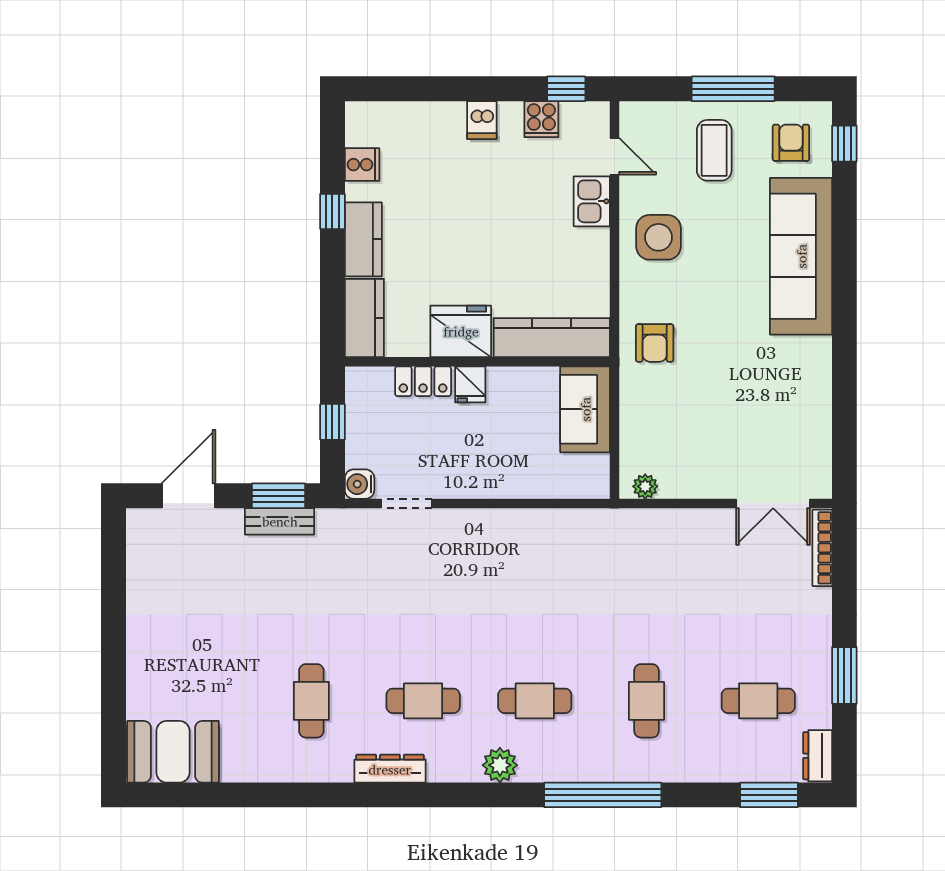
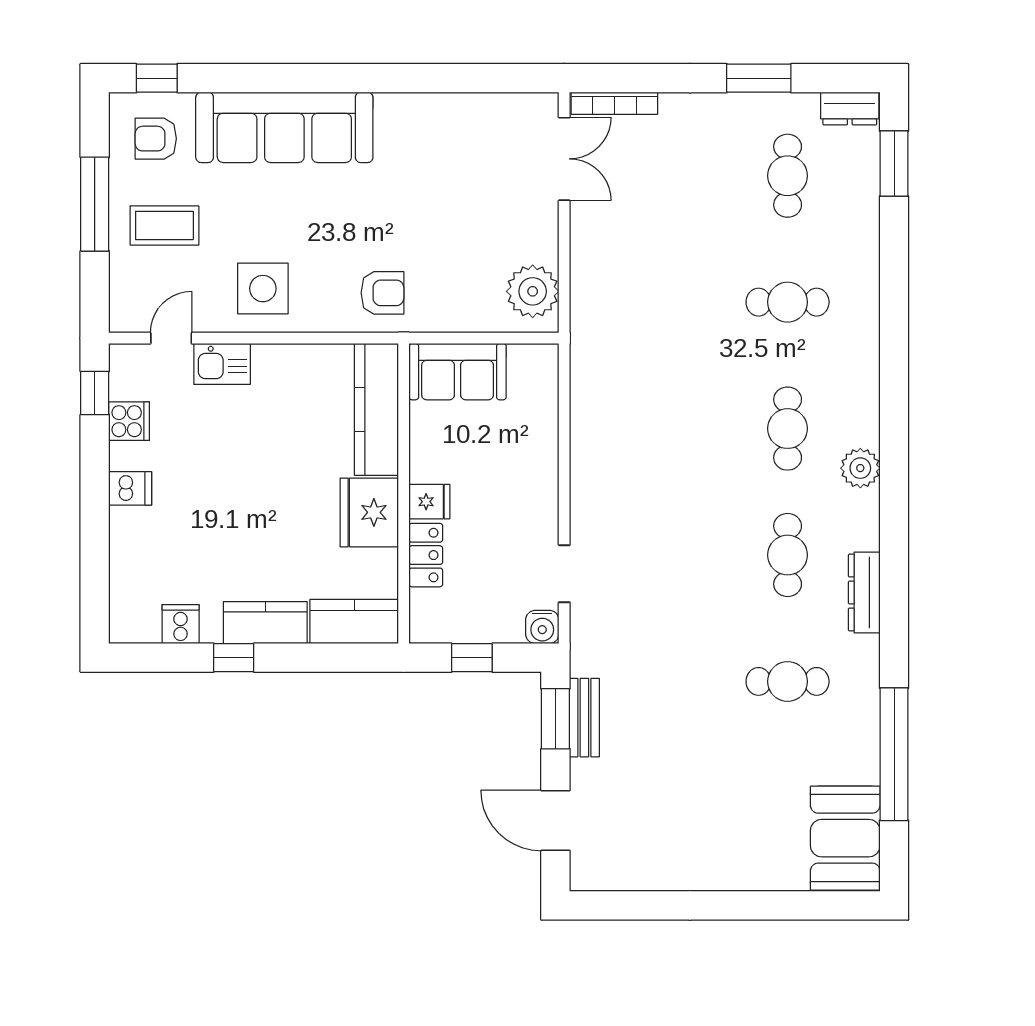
plant: (645, 486) -> (533, 291), width x1.88, depth x1.88
window: (603, 795) -> (894, 754), moved

